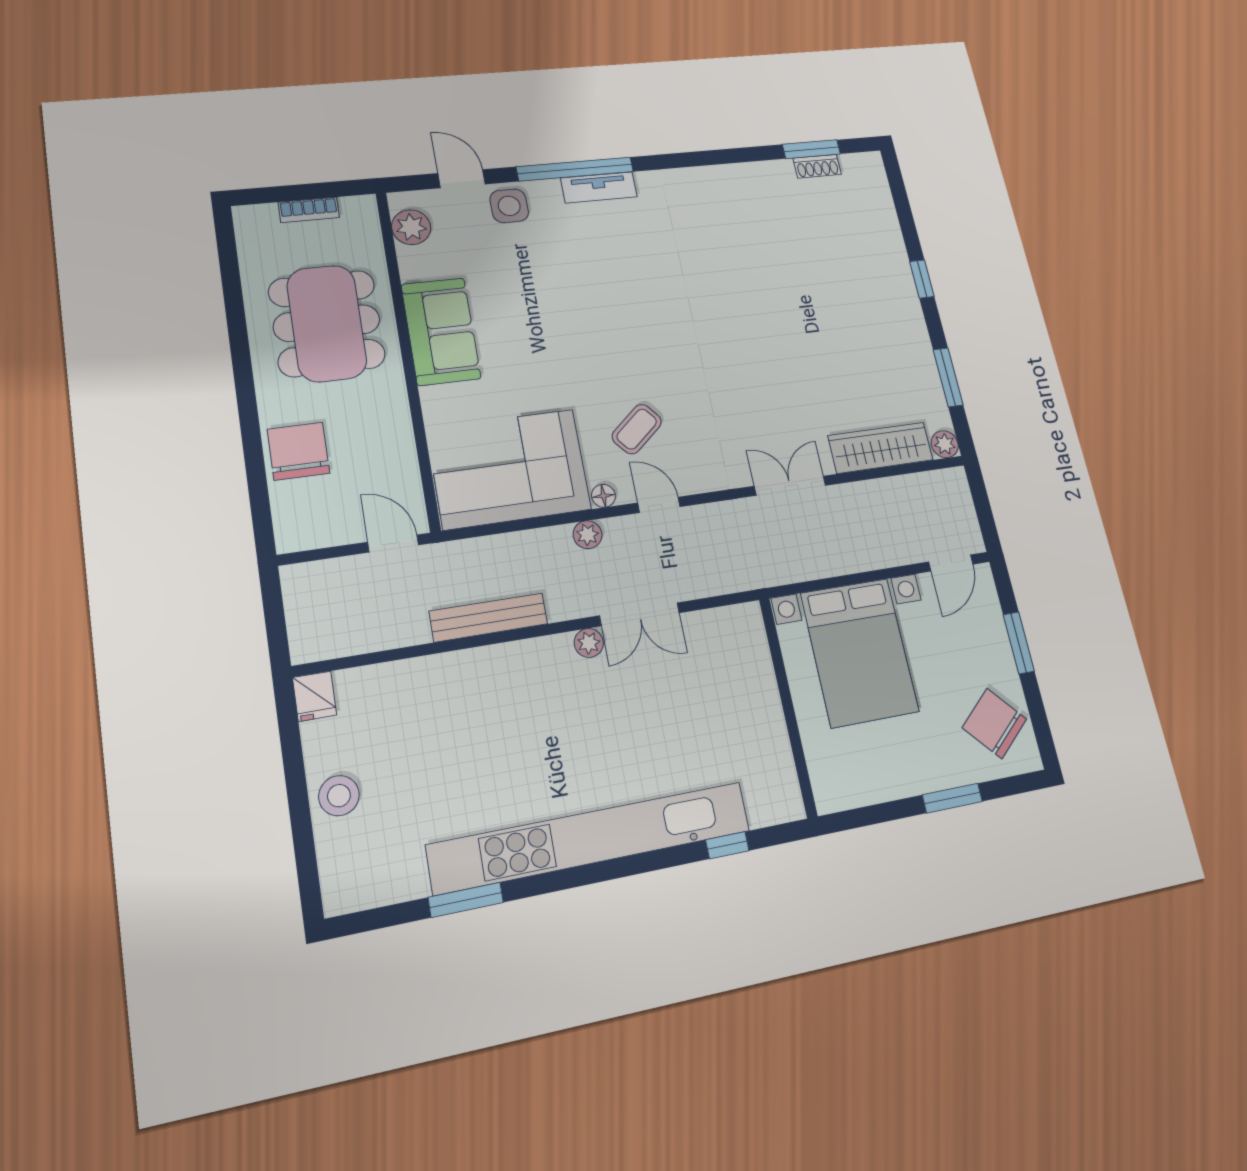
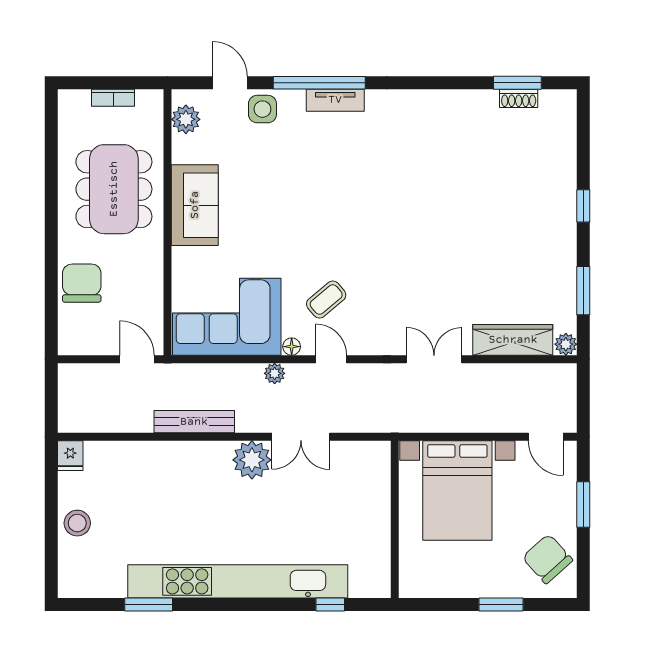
door: (951, 563) -> (546, 437), hinge flipped
plant: (589, 643) -> (252, 460), width x1.88, depth x1.88

